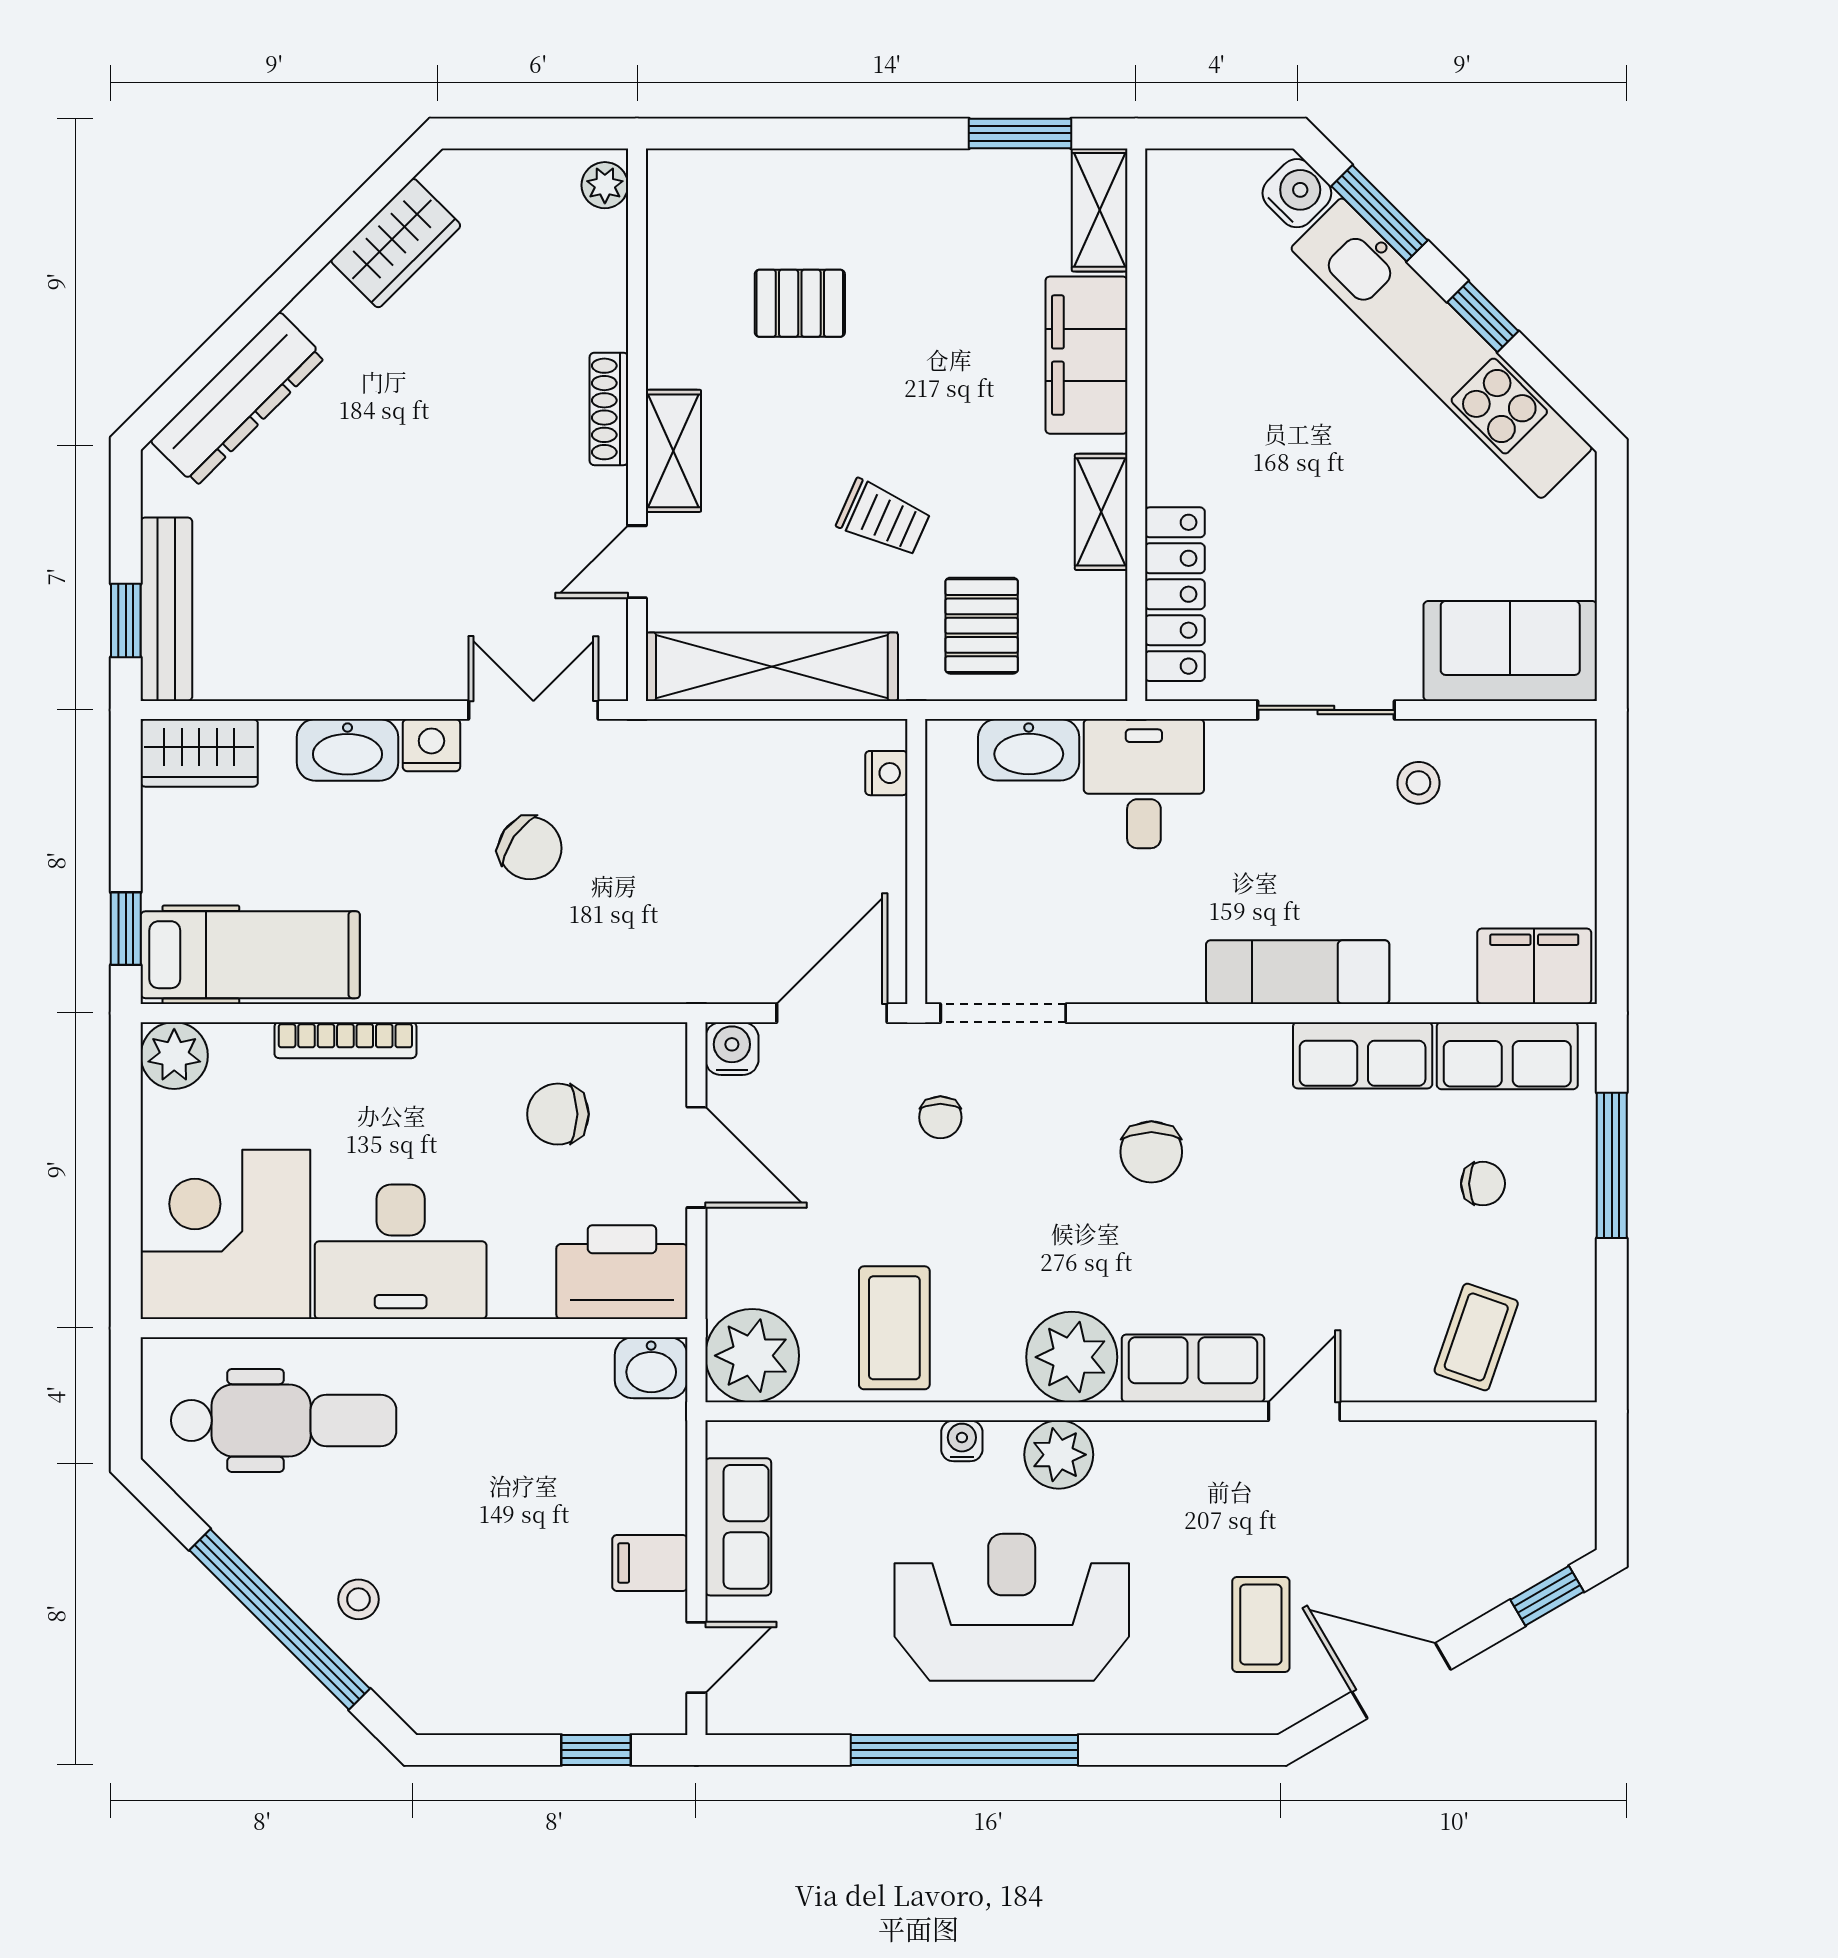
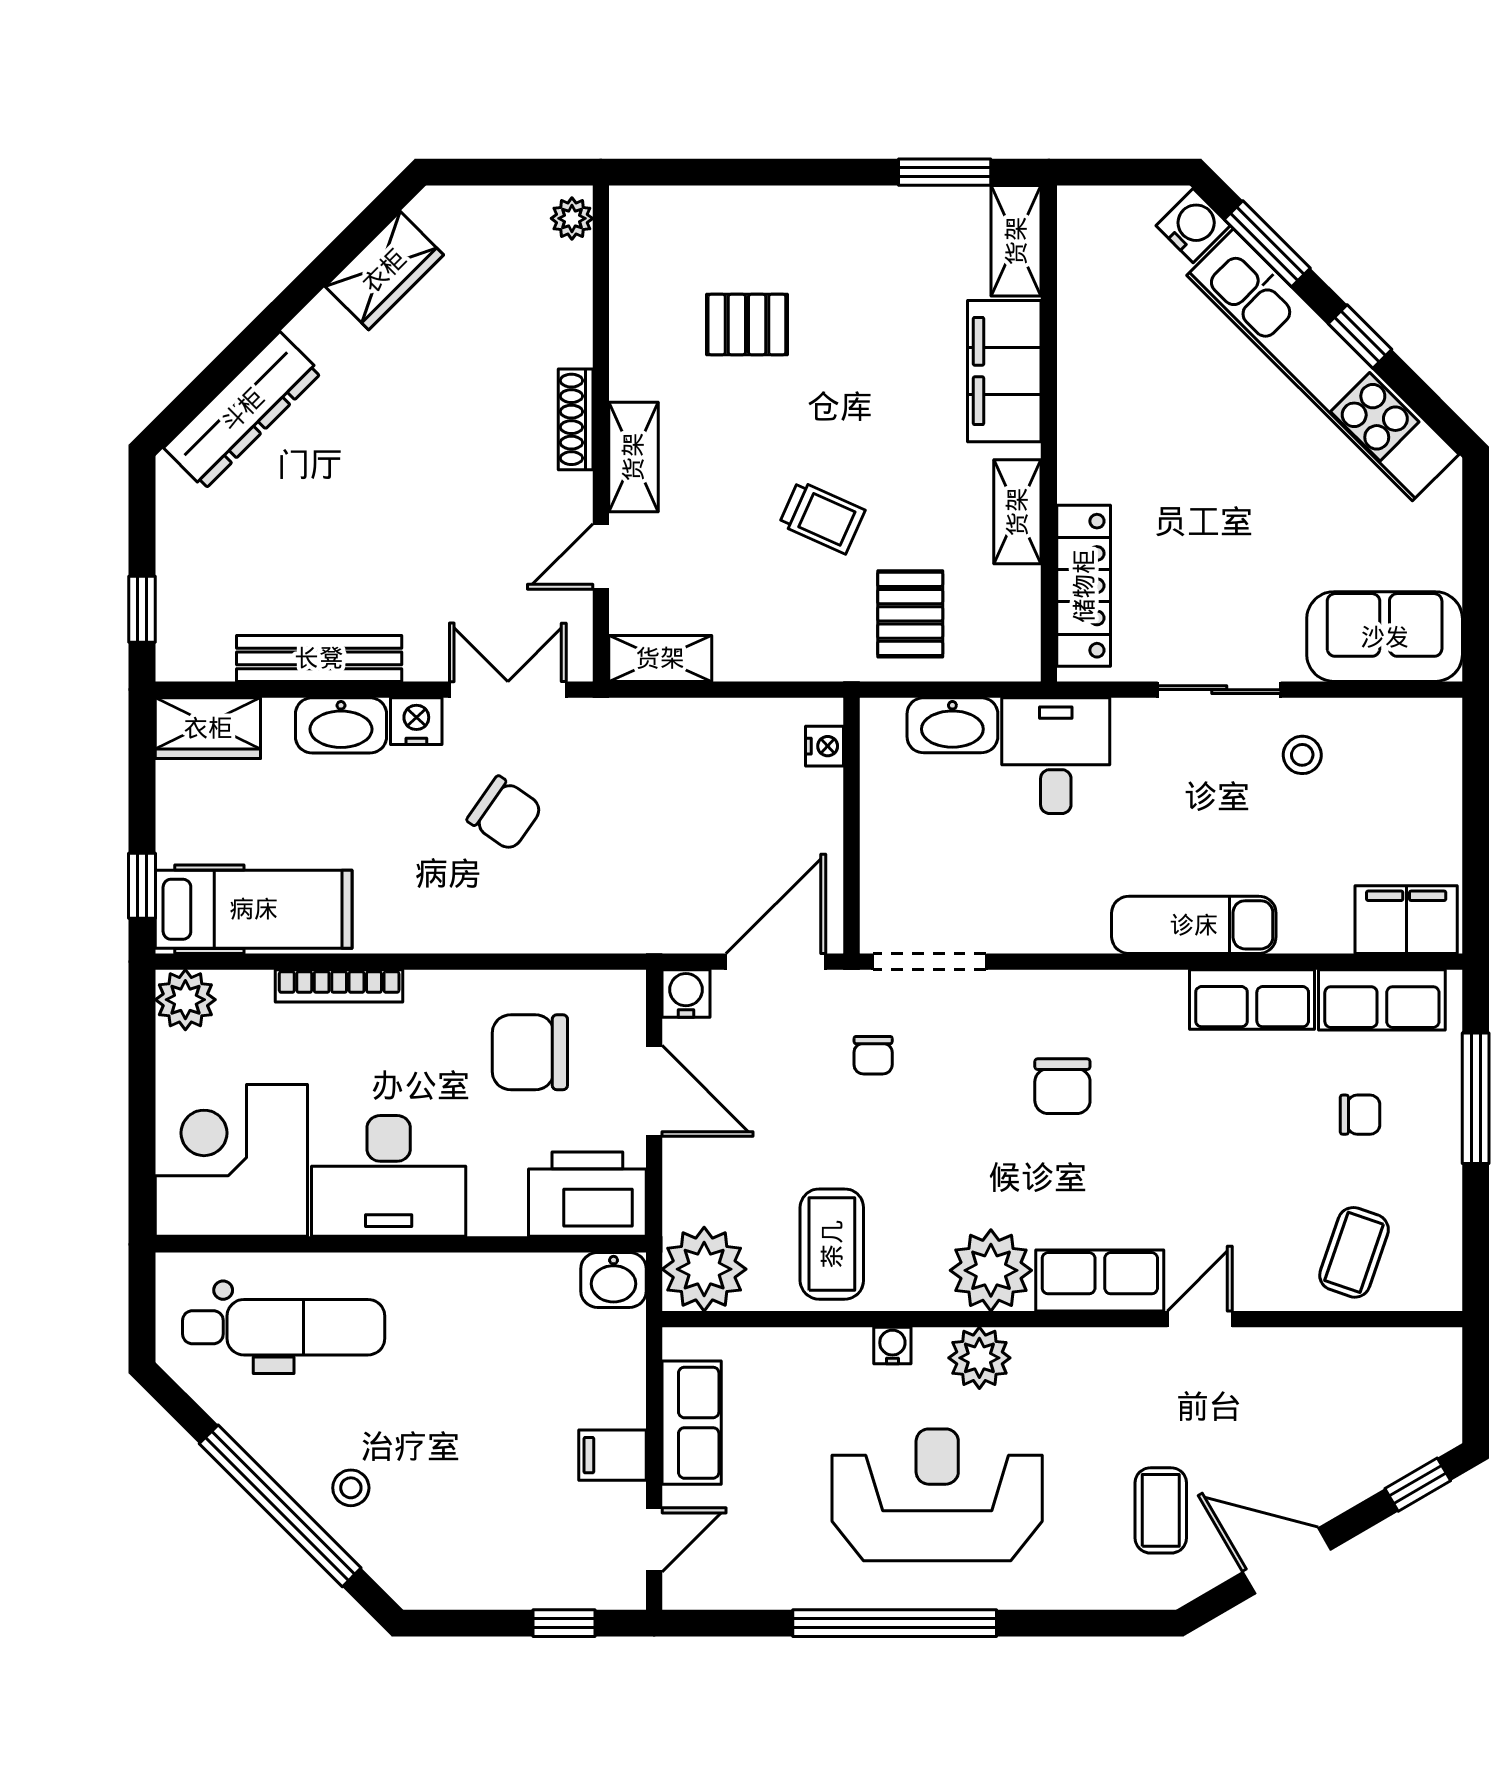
bench: (166, 609) -> (319, 658), moved, turned 90
shelving: (772, 667) -> (660, 658), width x0.45, depth x0.75
chair: (558, 1114) -> (530, 1052), width x1.37, depth x1.37

